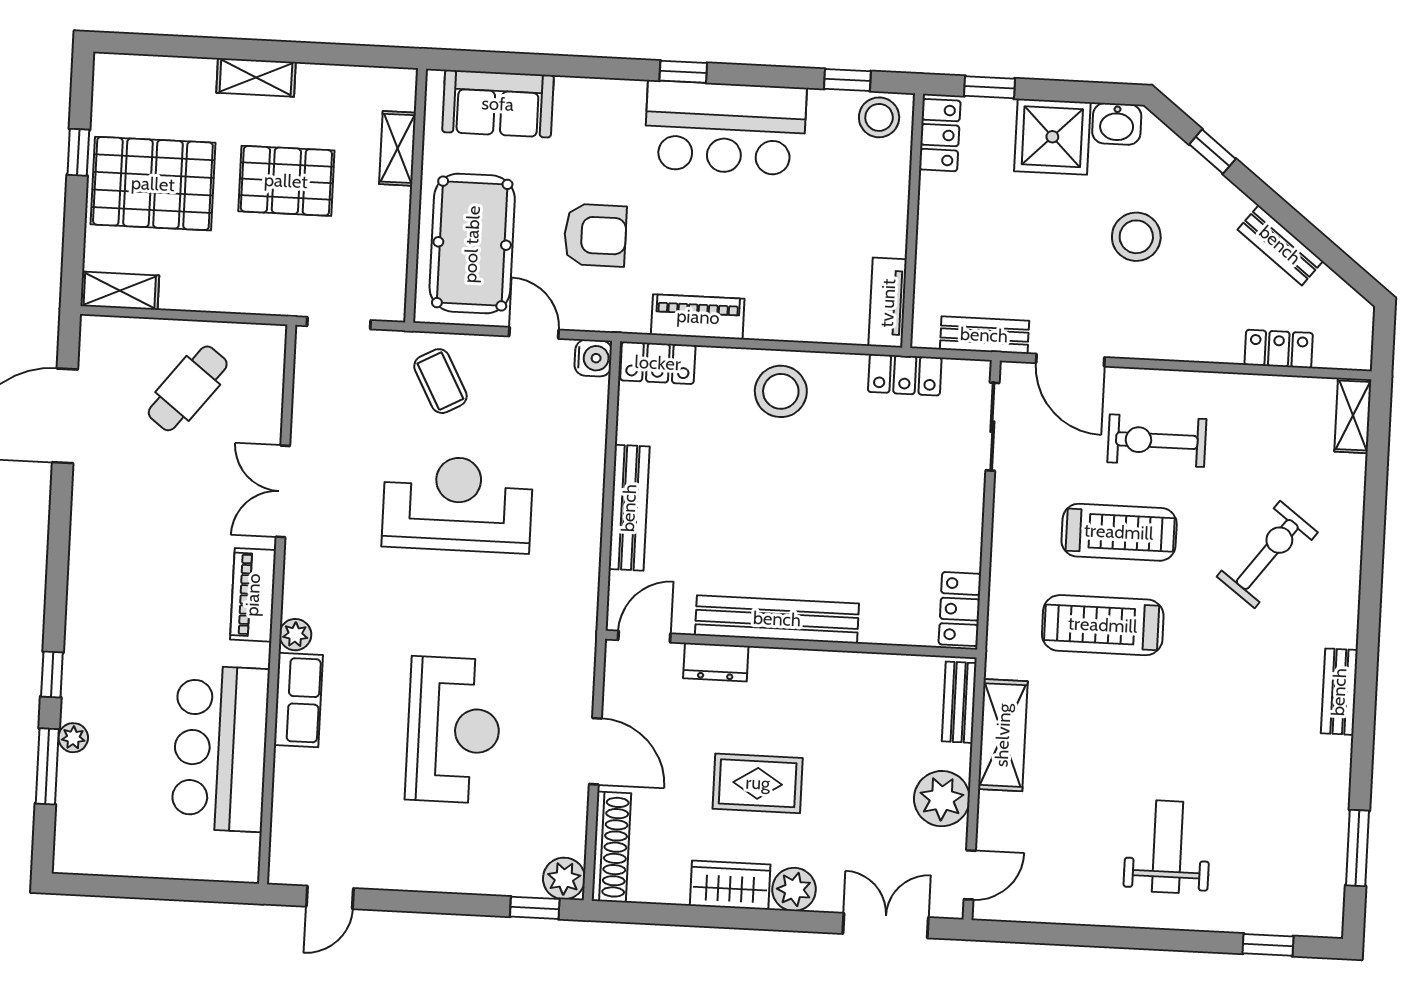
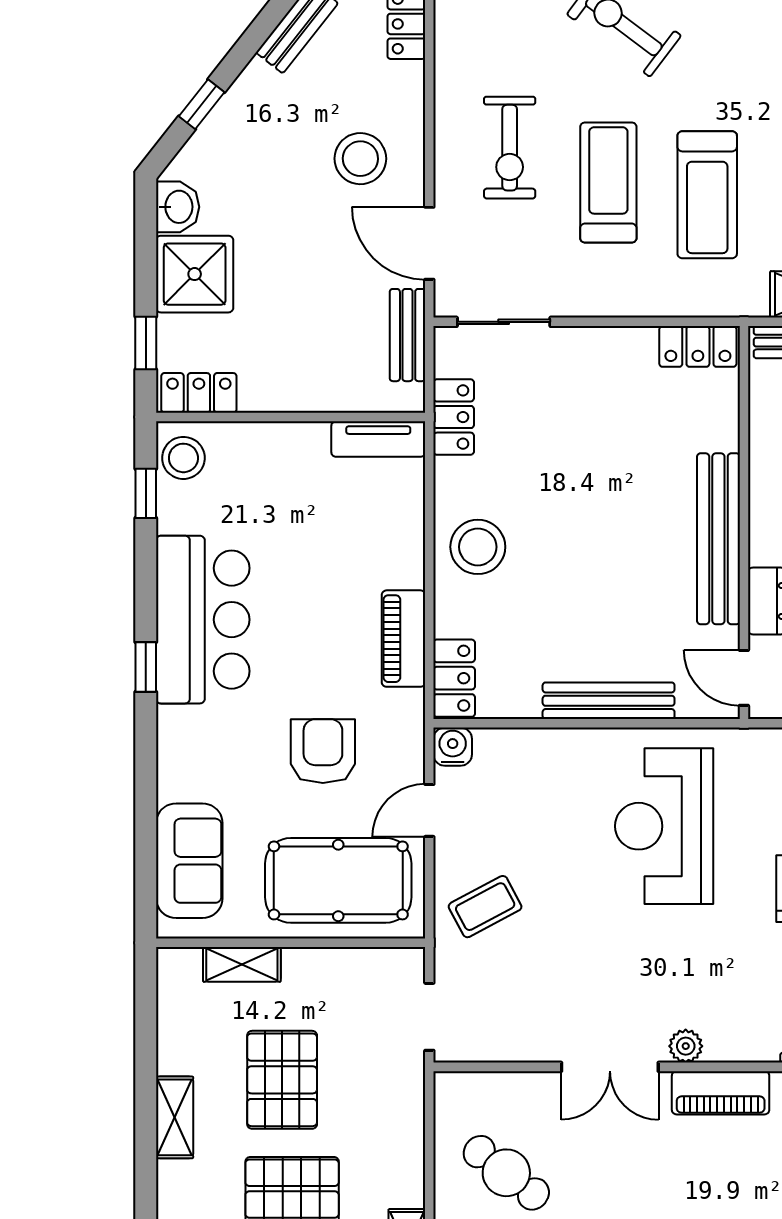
stool: (1136, 237) -> (360, 159), moved
door: (1070, 360) -> (429, 243), swing flipped
reception desk: (457, 504) -> (664, 826), moved
plant: (295, 635) -> (686, 1046), moved

